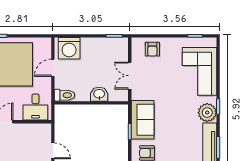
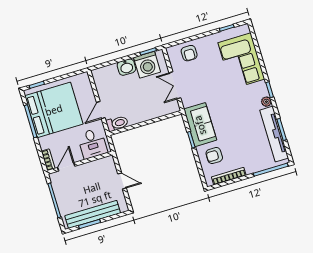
washing machine: (69, 48) -> (147, 65), moved
door: (53, 68) -> (101, 110), moved
washbasin: (99, 94) -> (126, 67), moved, turned 180
plant: (207, 113) -> (266, 102), width x0.53, depth x0.53

